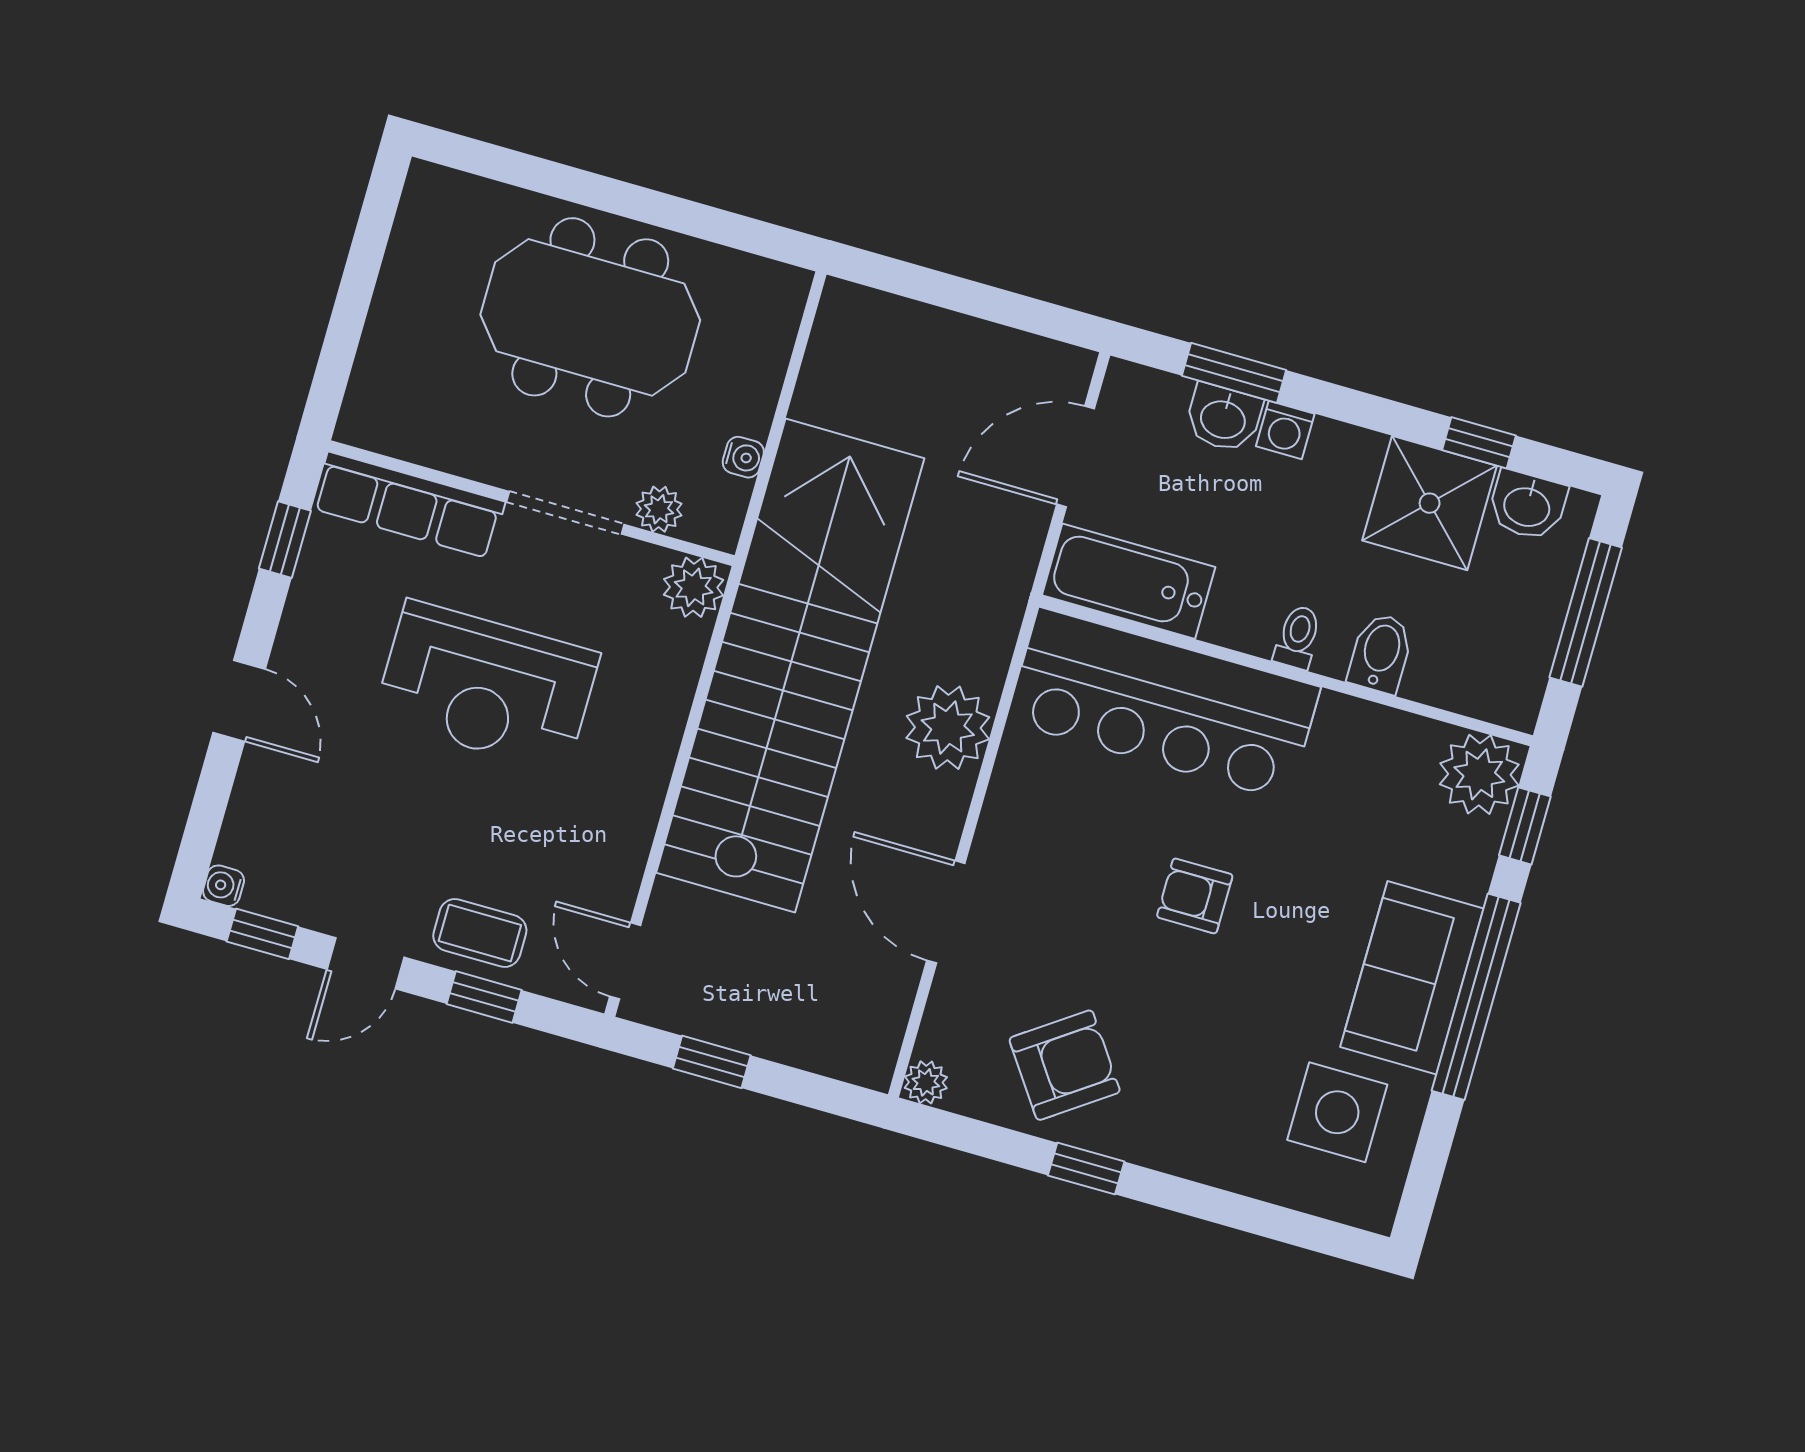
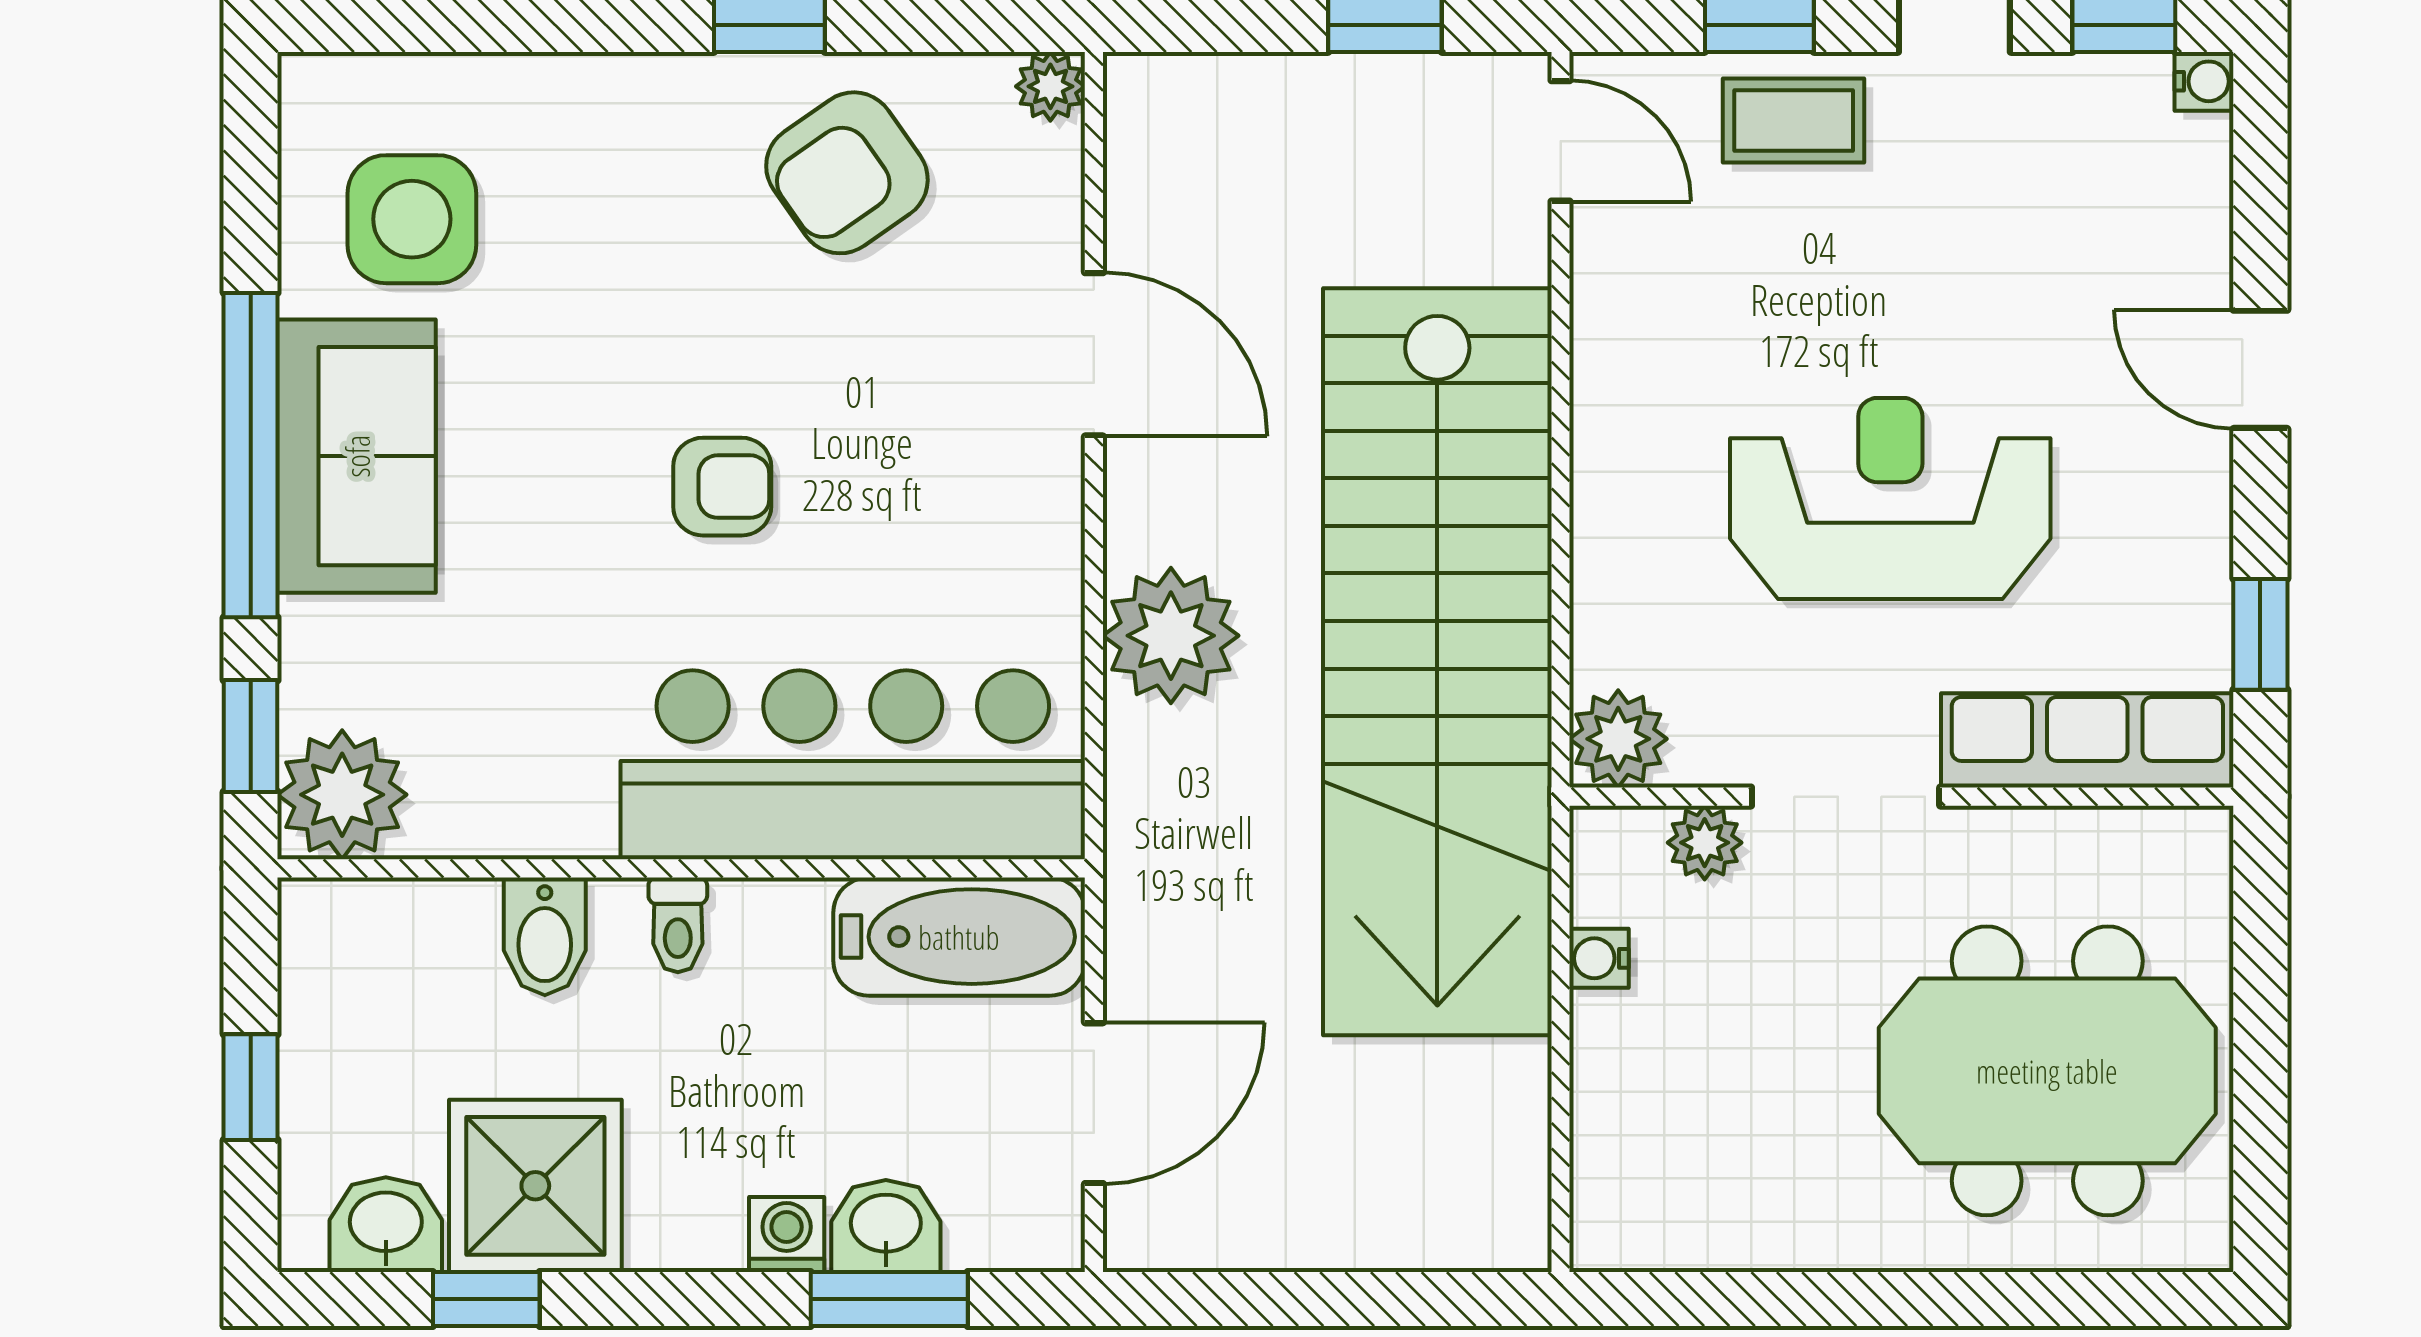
meeting table: (590, 317) -> (2047, 1071), moved
window: (1586, 612) -> (251, 1087), width x0.46

